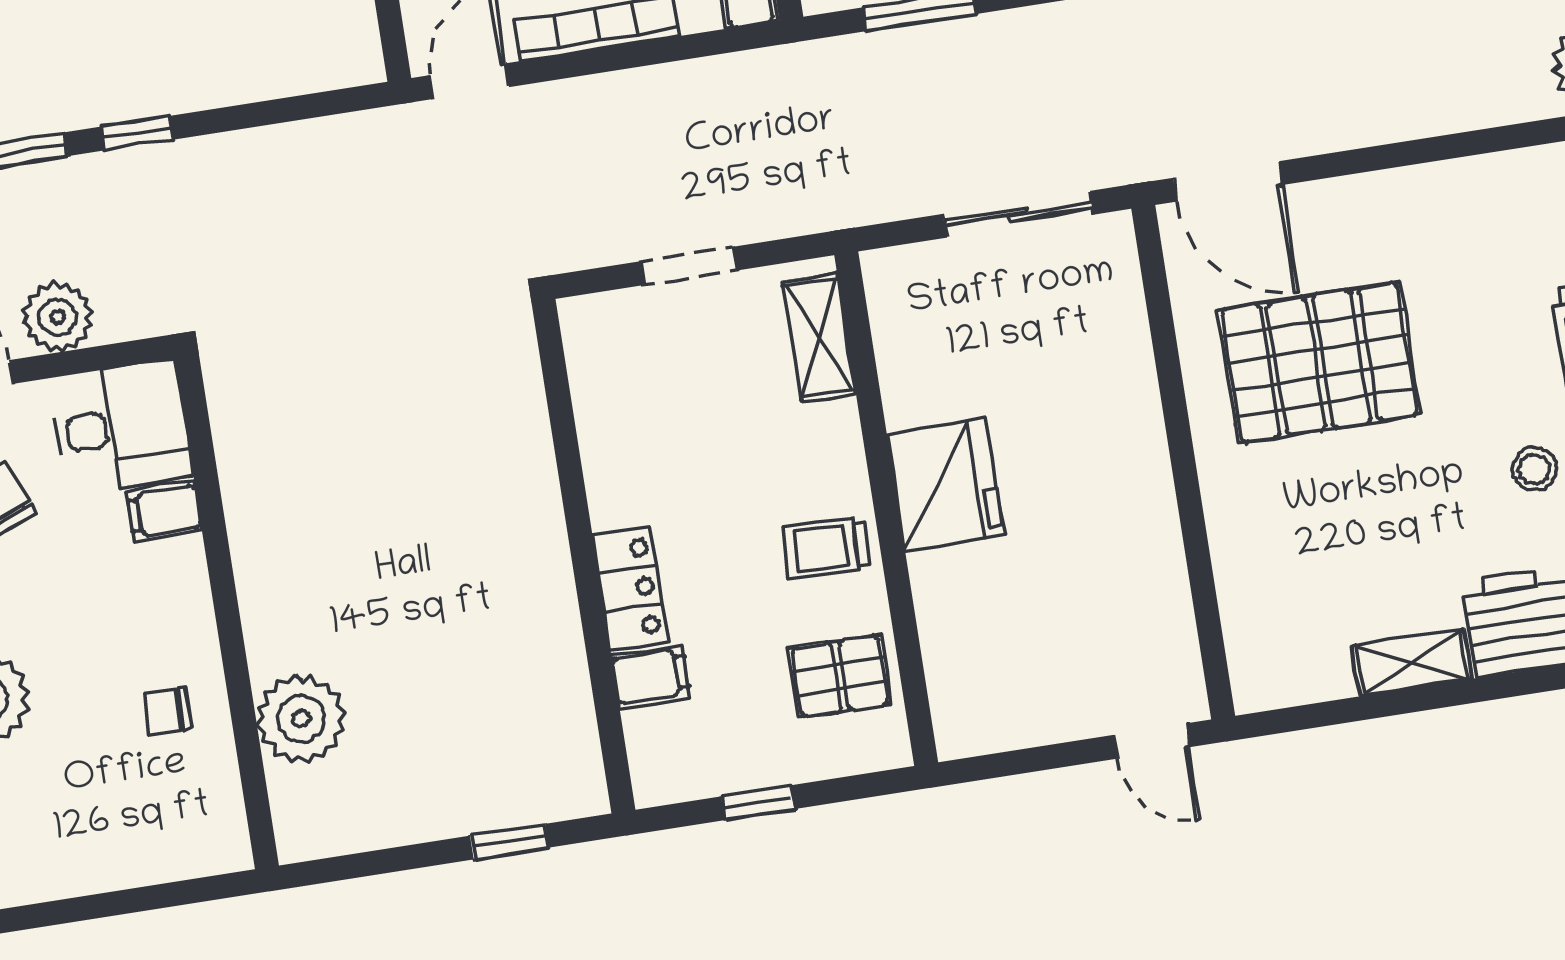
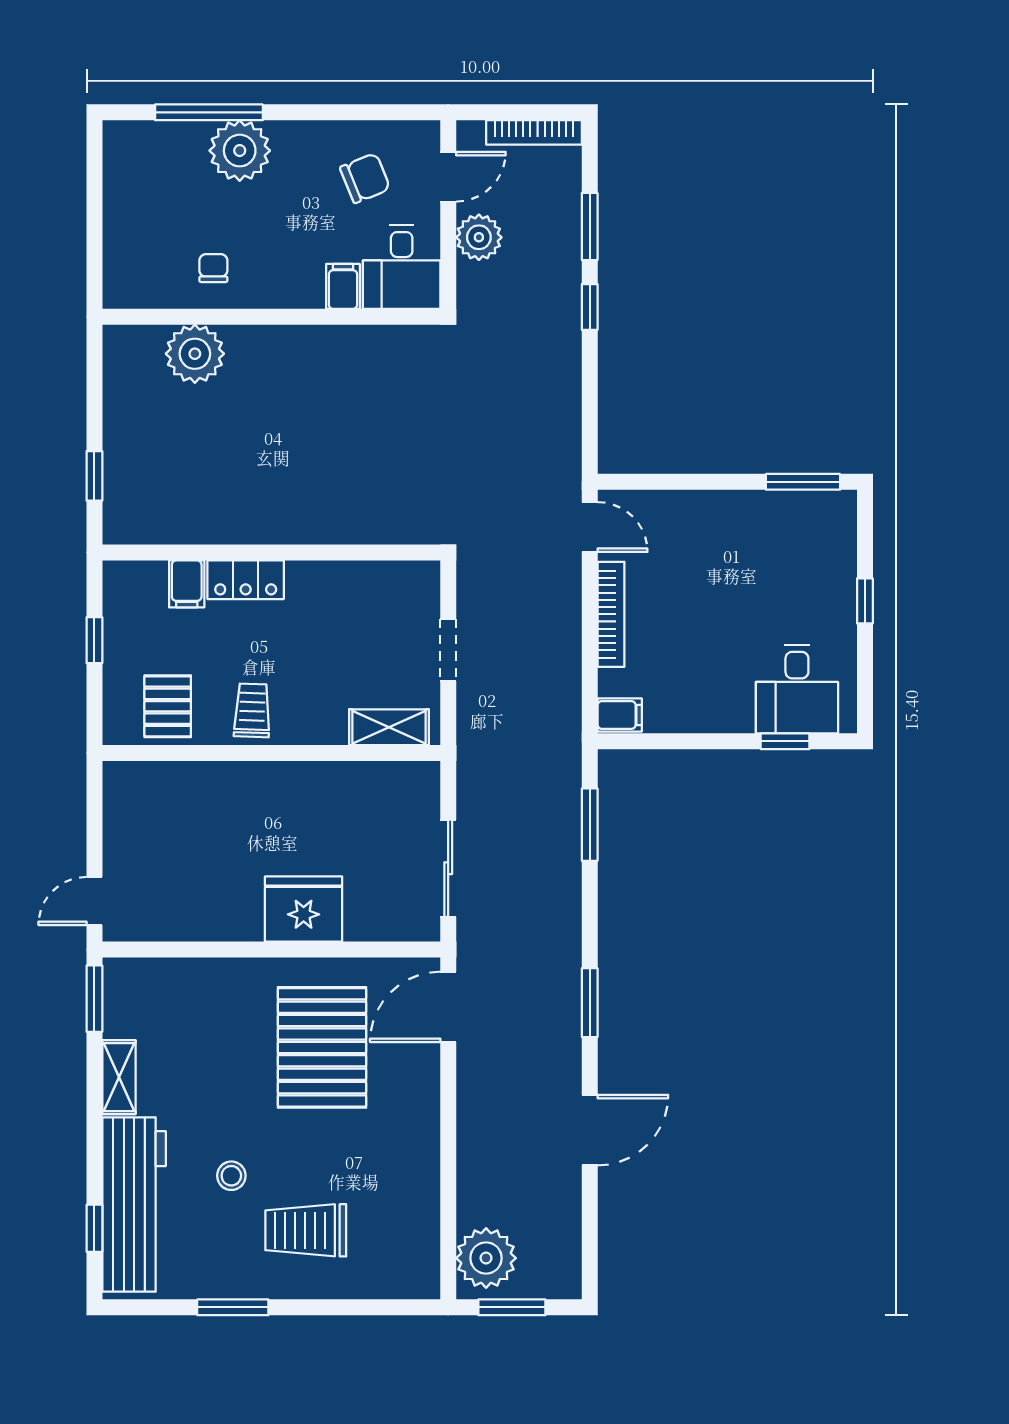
fridge: (945, 484) -> (304, 909), moved, turned 180
window: (1299, 718) -> (94, 999), added

